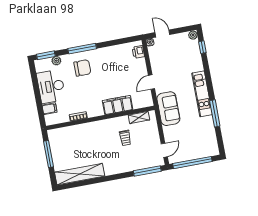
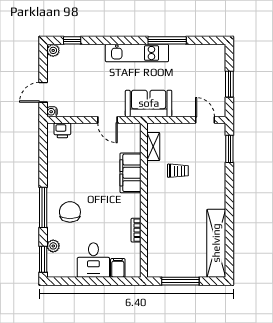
desk: (51, 86) -> (93, 260), width x0.73
window: (192, 163) -> (229, 84), width x0.47
window: (147, 171) -> (229, 149), width x0.69

